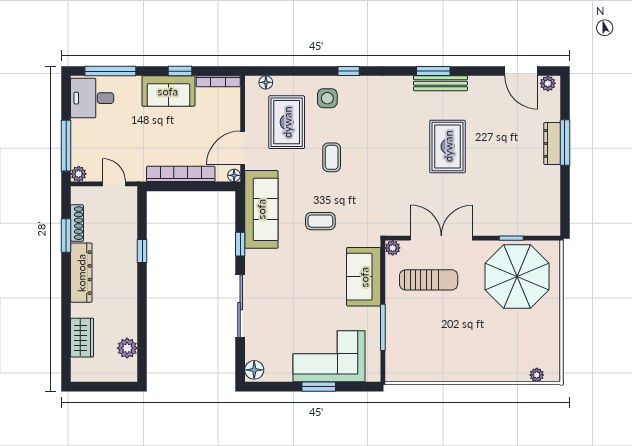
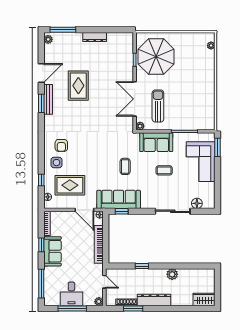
window: (349, 71) -> (41, 180), moved
door: (521, 71) -> (41, 73), moved
desk: (92, 98) -> (71, 294), moved
armchair: (358, 107) -> (61, 145), added
dresser: (552, 143) -> (95, 37), moved
window: (565, 143) -> (63, 30), moved
window: (66, 146) -> (72, 308), moved
rug: (448, 146) -> (78, 86), moved, turned 90
coffee table: (332, 157) -> (164, 170), moved
door: (114, 184) -> (104, 282), swing flipped
window: (240, 244) -> (122, 211), moved
wardrobe: (82, 338) -> (204, 300), moved
plant: (127, 348) -> (172, 274), moved
floor lamp: (254, 370) -> (197, 203), moved
window: (319, 387) -> (218, 147), moved

